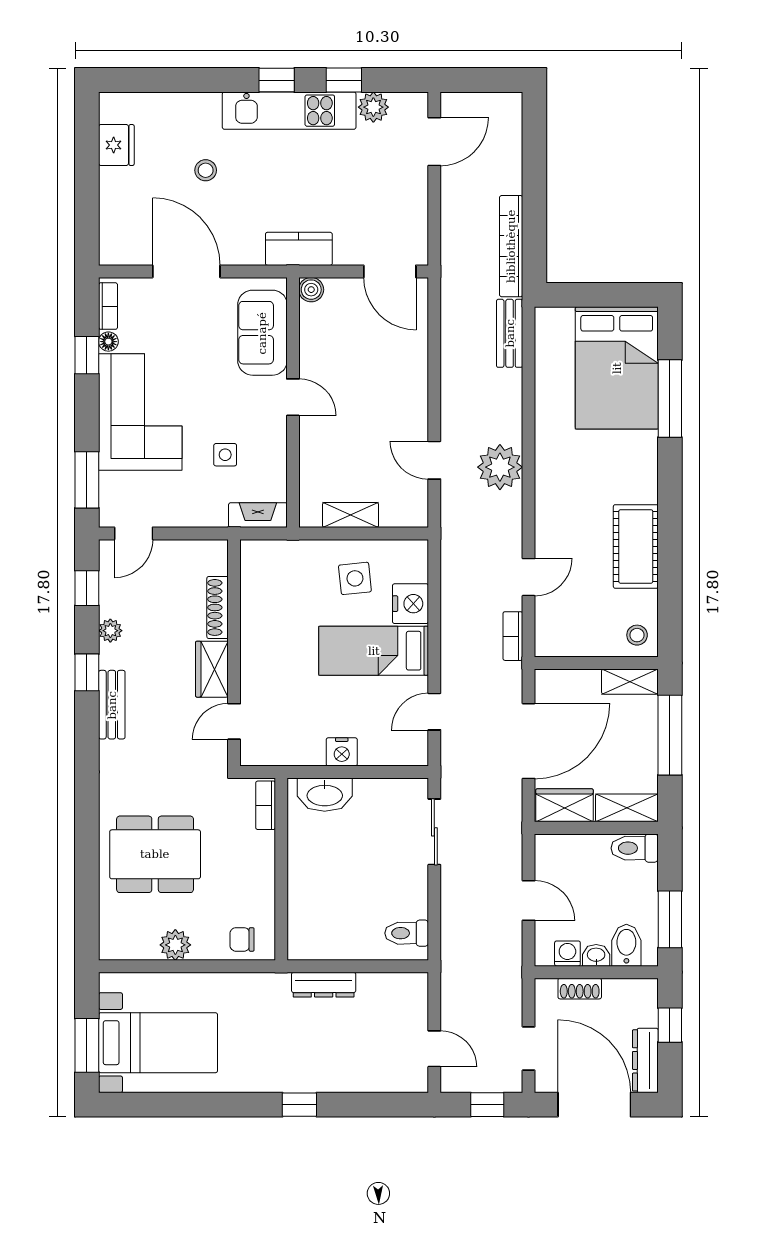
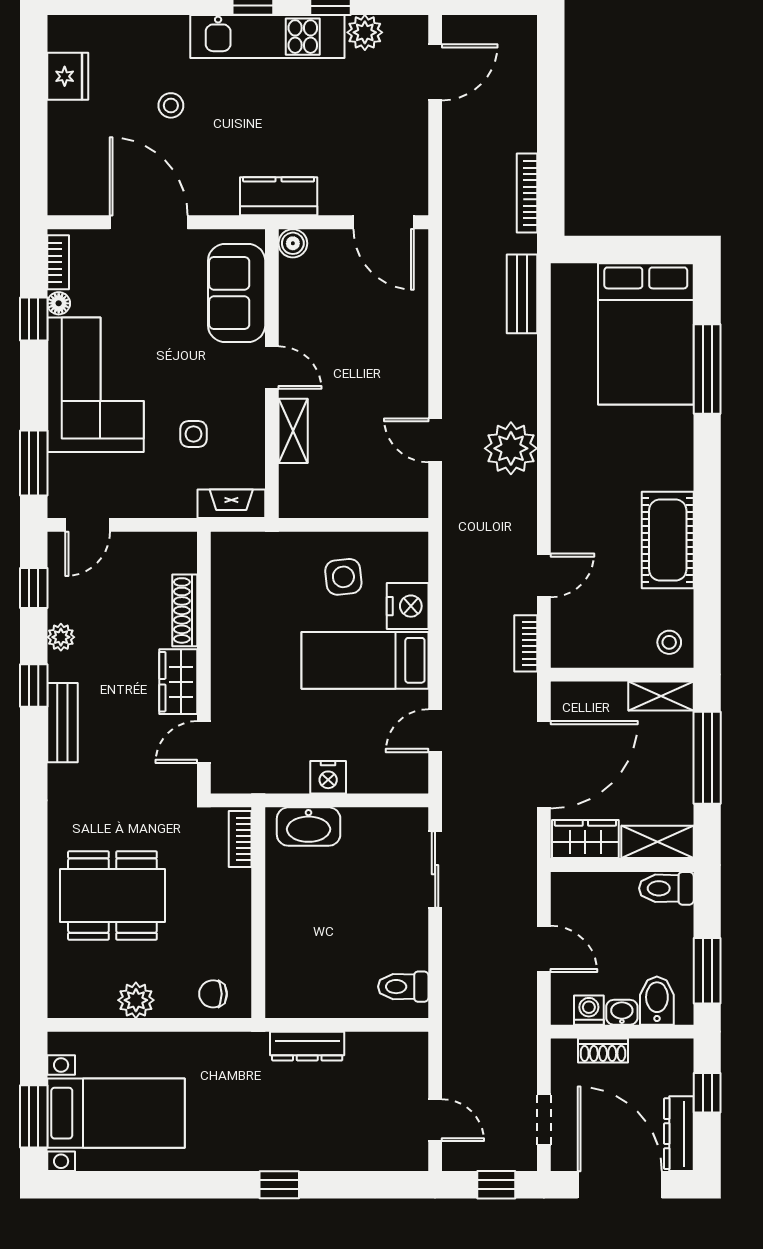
bookcase: (511, 246) -> (527, 193), width x0.68, depth x0.76
shelving: (351, 515) -> (293, 431), moved, turned 90

